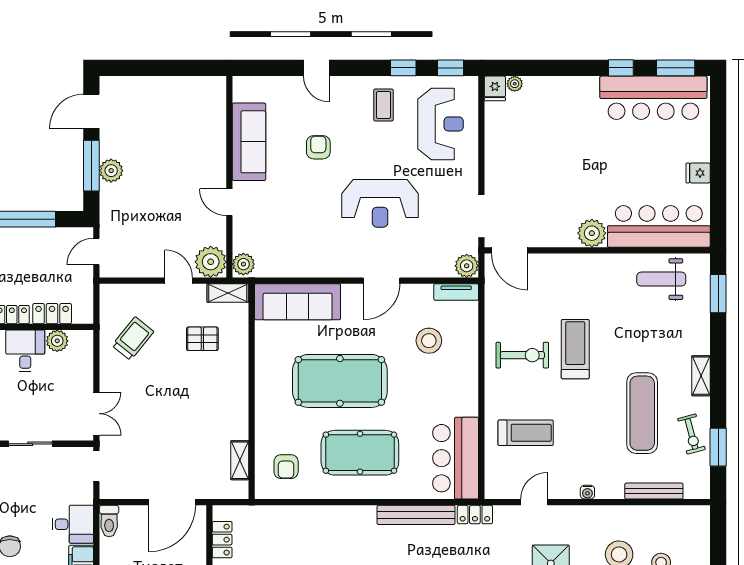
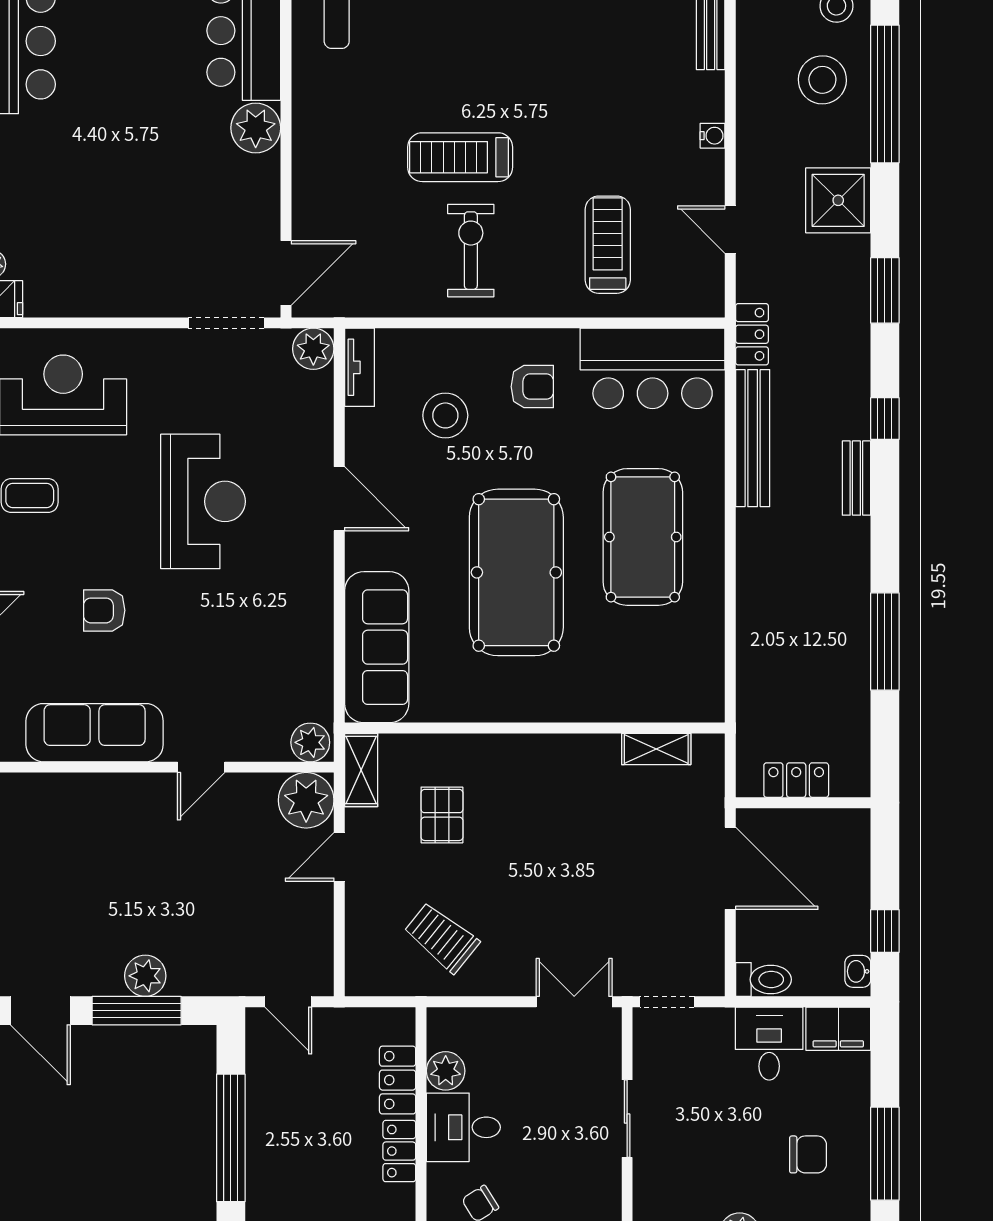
exercise mat: (642, 413) -> (573, 39), removed
armchair: (286, 467) -> (532, 387), moved

